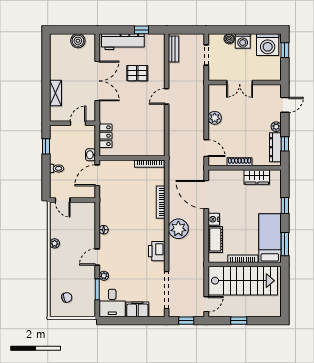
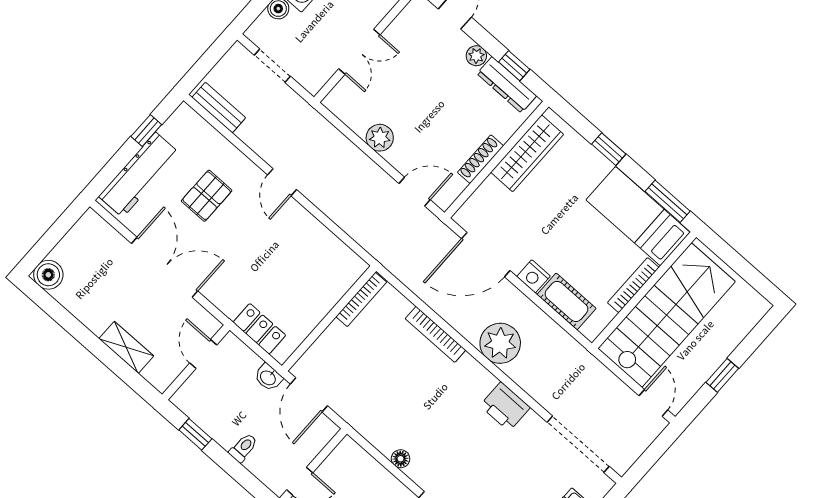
boiler: (78, 41) -> (48, 275), moved
wardrobe: (257, 177) -> (527, 153), width x1.50
window: (186, 321) -> (651, 455), removed

